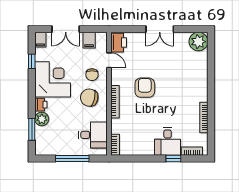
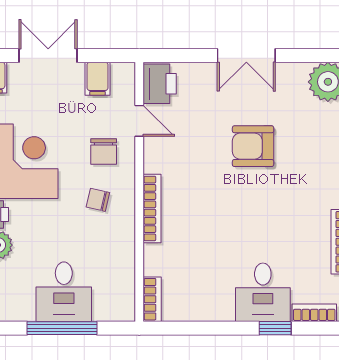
double door: (66, 29) -> (48, 55), swing flipped
armchair: (145, 88) -> (253, 146), moved, turned -90
chair: (89, 98) -> (98, 200), width x0.54, depth x0.54
desk: (93, 135) -> (64, 292), moved, turned 90

